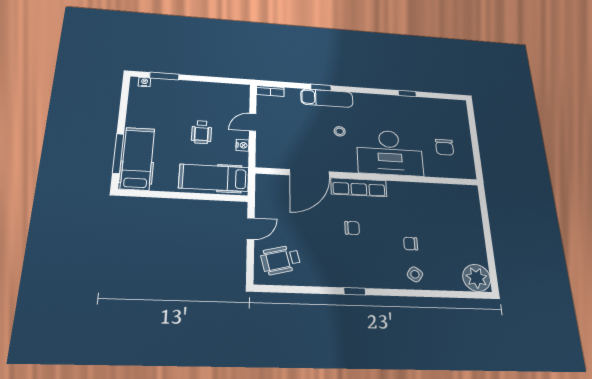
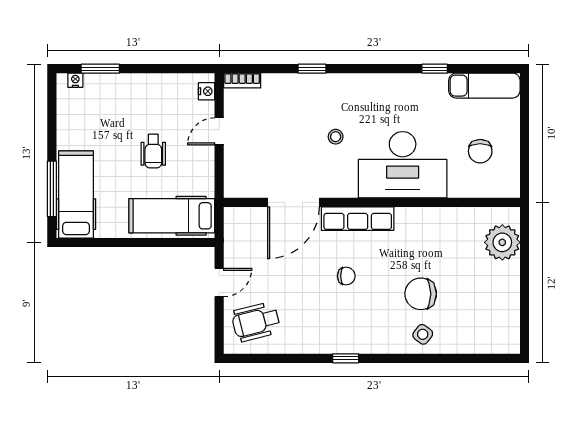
exam couch: (327, 98) -> (484, 86), moved
nightstand: (243, 145) -> (207, 91), moved
chair: (411, 244) -> (421, 294), width x1.87, depth x1.87
plant: (477, 278) -> (502, 242), moved

